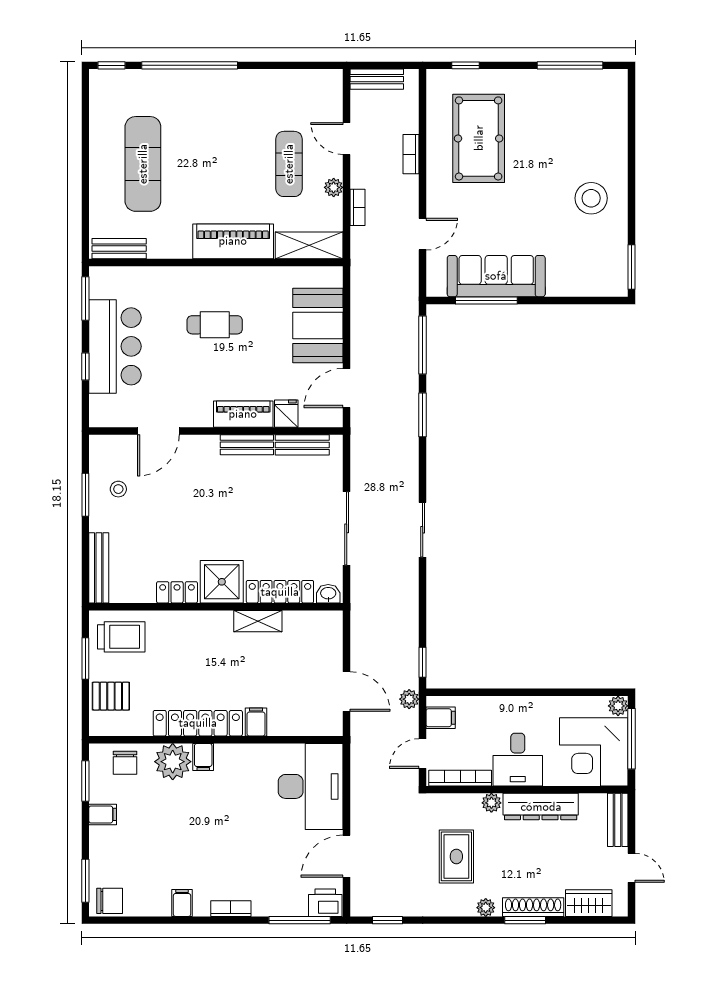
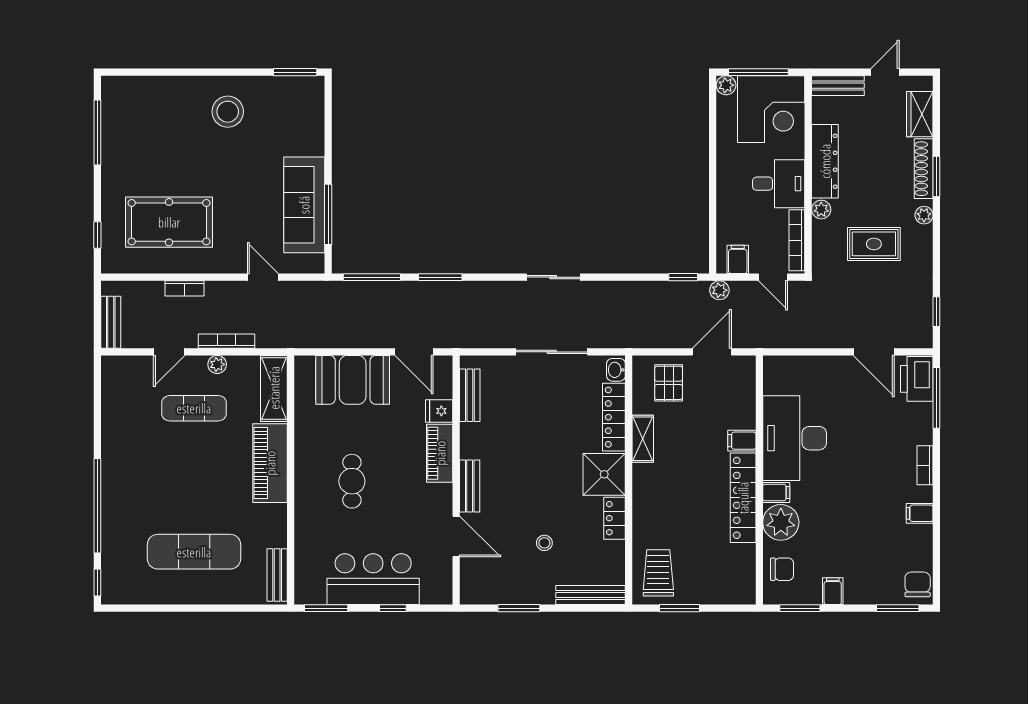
bookcase: (357, 207) -> (227, 341), width x1.56
bench: (247, 445) -> (470, 486), moved
stool: (118, 489) -> (544, 543), moved
pallet: (111, 696) -> (669, 383), moved
desk: (311, 786) -> (795, 438), moved, turned -90
printer: (325, 903) -> (917, 379), width x1.37, depth x1.19

